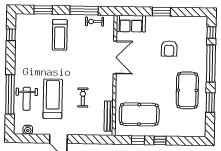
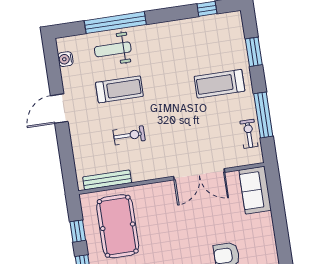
window: (161, 12) -> (281, 234), removed
treadmill: (53, 99) -> (119, 89), width x0.73, depth x0.73

